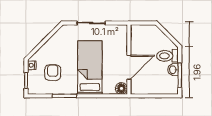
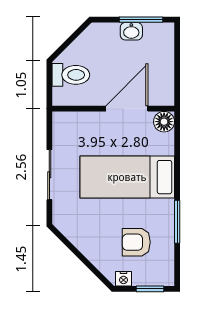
toilet: (167, 56) -> (71, 75), moved, turned -90
door: (129, 67) -> (127, 109), hinge flipped

